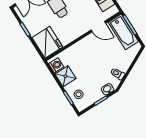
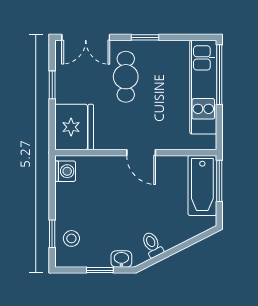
door: (98, 27) -> (141, 153), moved
shower: (65, 76) -> (69, 197), removed

